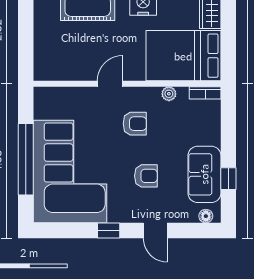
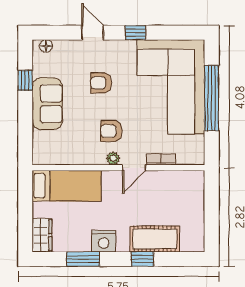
bed: (183, 56) -> (67, 186), width x0.67
bookcase: (205, 93) -> (161, 159), moved
plant: (169, 94) -> (113, 158), moved
sofa: (204, 174) -> (47, 104), moved

